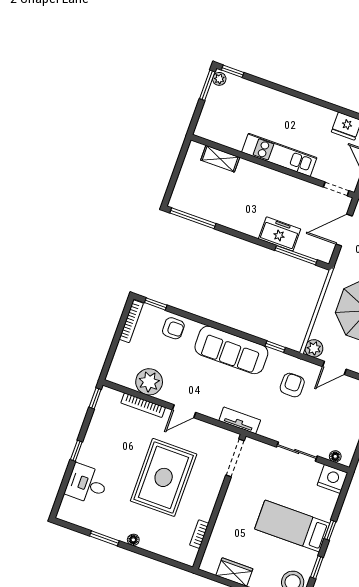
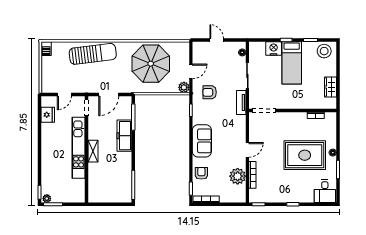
kitchen unit: (279, 155) -> (79, 148), width x1.36
shelving: (220, 159) -> (93, 151), moved
door: (344, 230) -> (109, 94), hinge flipped
freezer: (280, 234) -> (124, 136), width x1.40
sofa: (231, 350) -> (202, 141), width x0.73
door: (334, 368) -> (191, 71), hinge flipped
door: (184, 411) -> (247, 150), hinge flipped
tv unit: (240, 420) -> (241, 102), moved
rug: (164, 477) -> (305, 155), moved
nightstand: (332, 479) -> (274, 49), moved, turned 90
desk: (87, 484) -> (325, 191), moved

